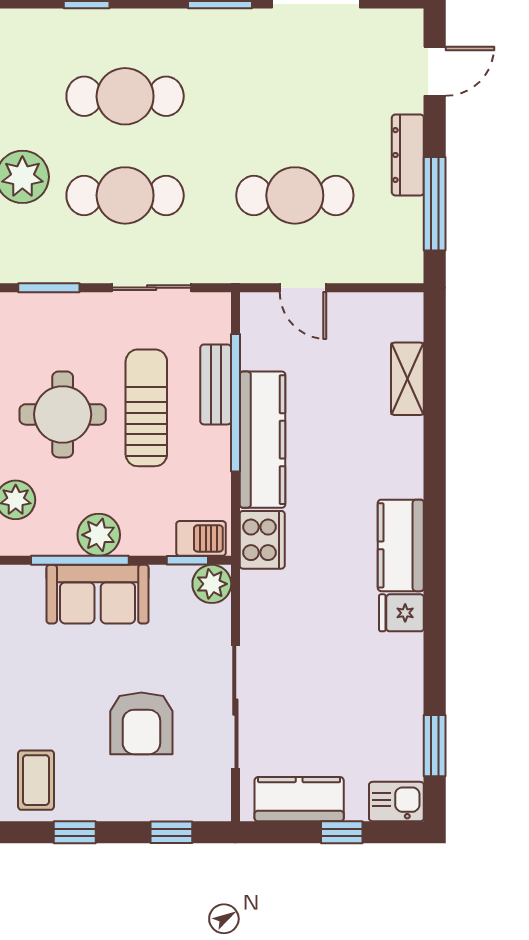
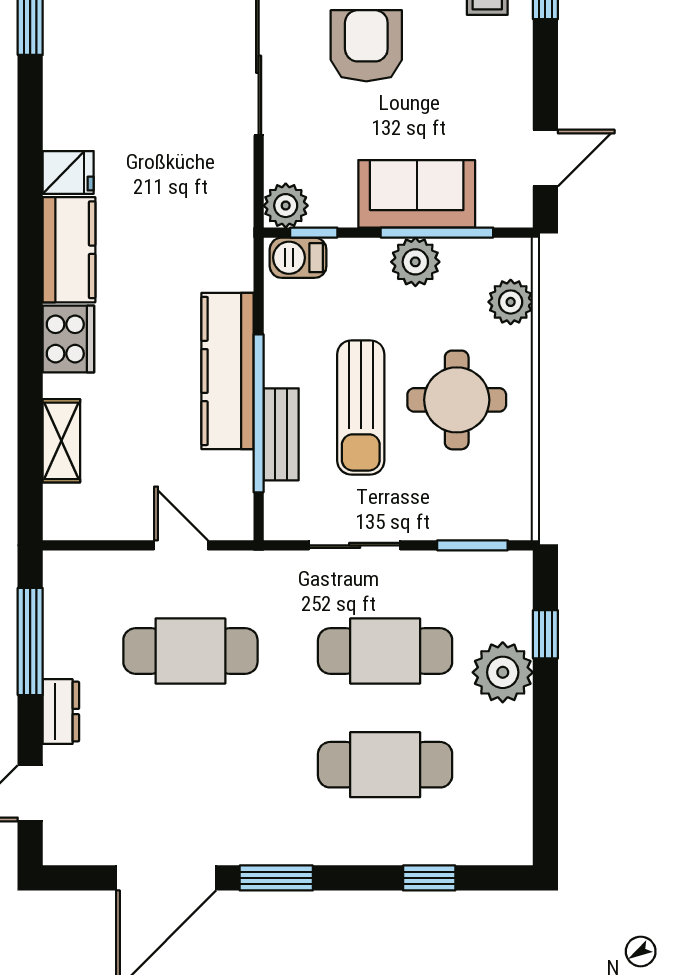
dresser: (408, 155) -> (61, 712), width x0.70
cooker: (262, 540) -> (68, 339), moved, turned 180

